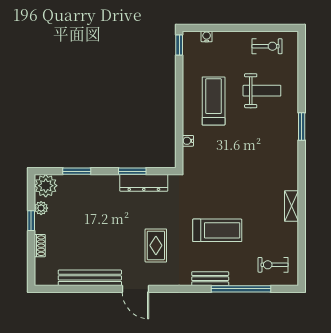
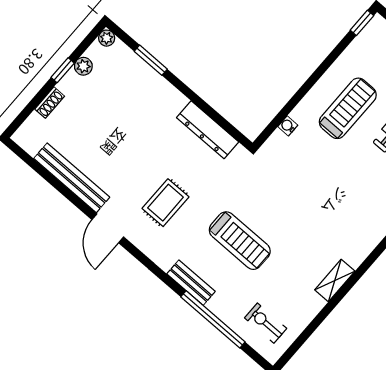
window: (132, 171) -> (206, 108), removed
plant: (46, 186) -> (107, 38), width x0.53, depth x0.53

